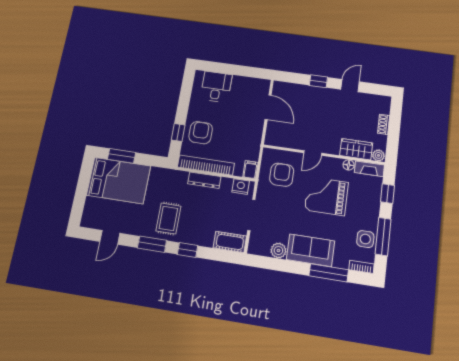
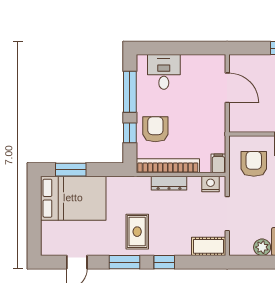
window: (185, 99) -> (130, 92), added

